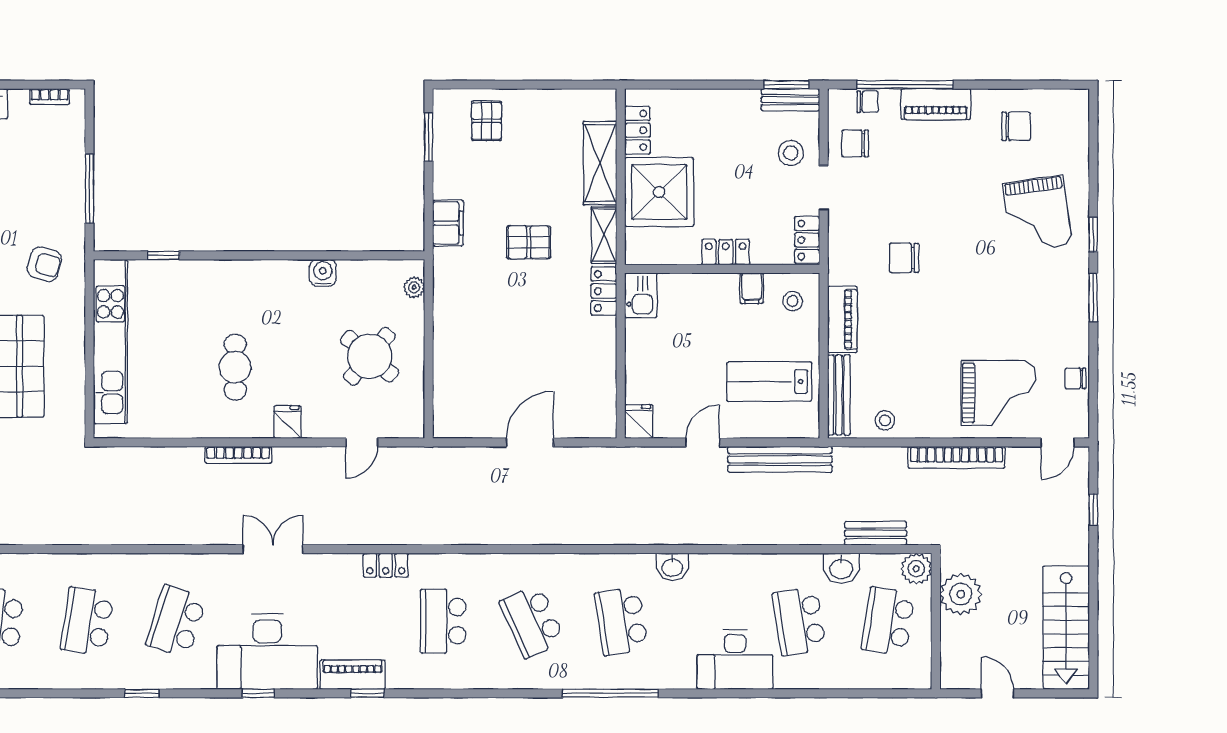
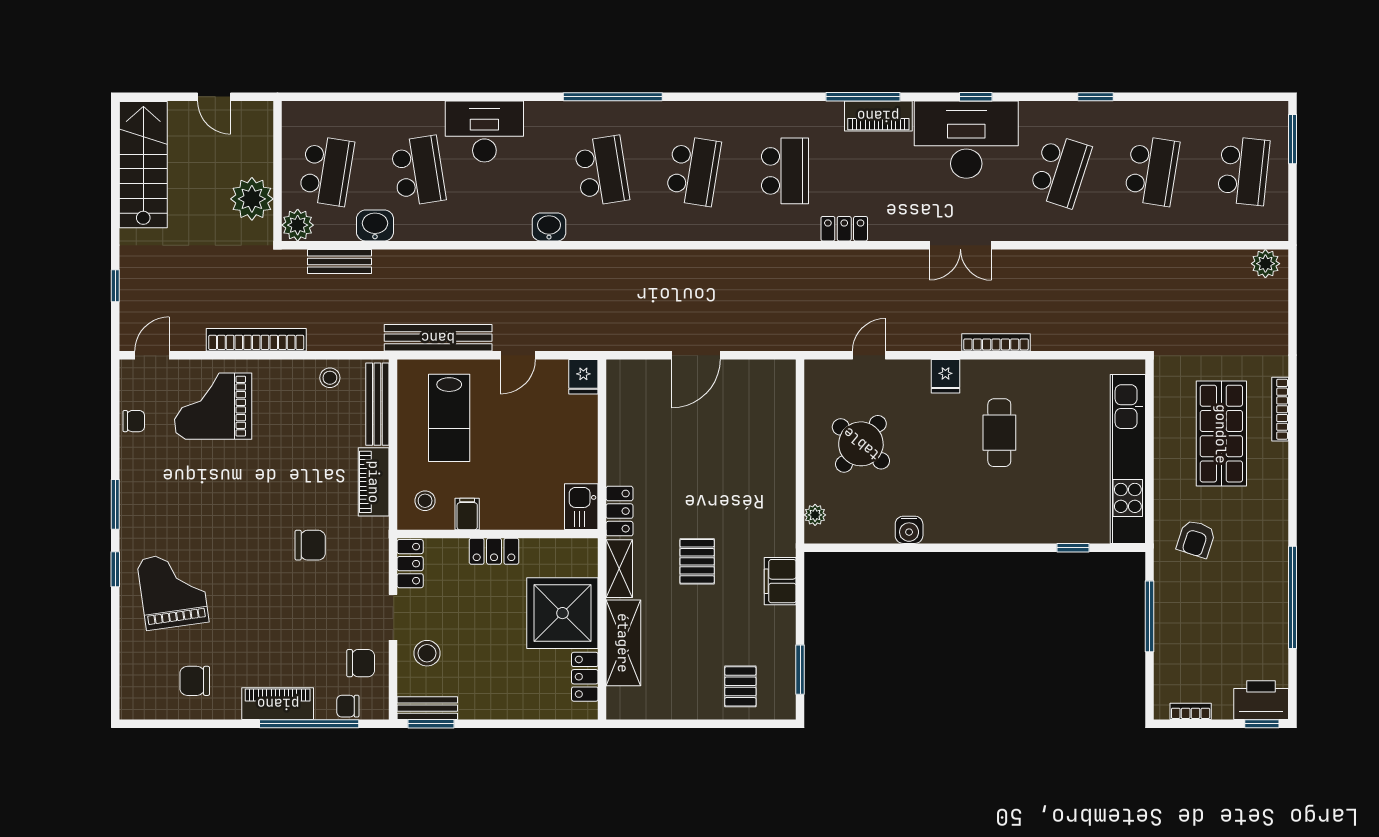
pallet: (529, 242) -> (697, 561), turned 90
armchair: (44, 264) -> (1196, 539), turned -88
lab bench: (769, 382) -> (449, 418), turned 90
school desk: (532, 621) -> (693, 171), turned 33
window: (367, 693) -> (863, 97), width x2.17

